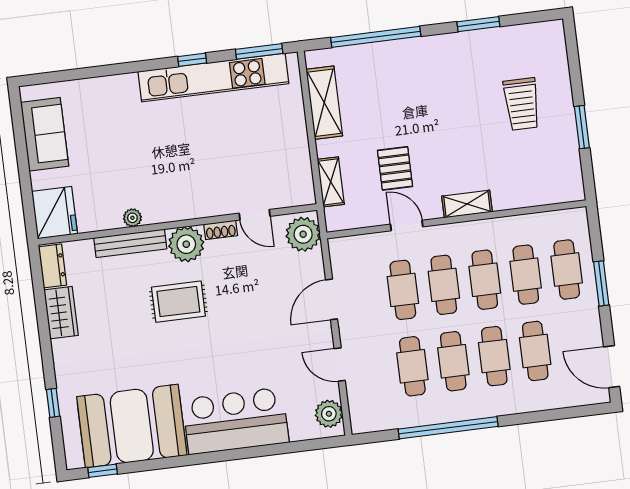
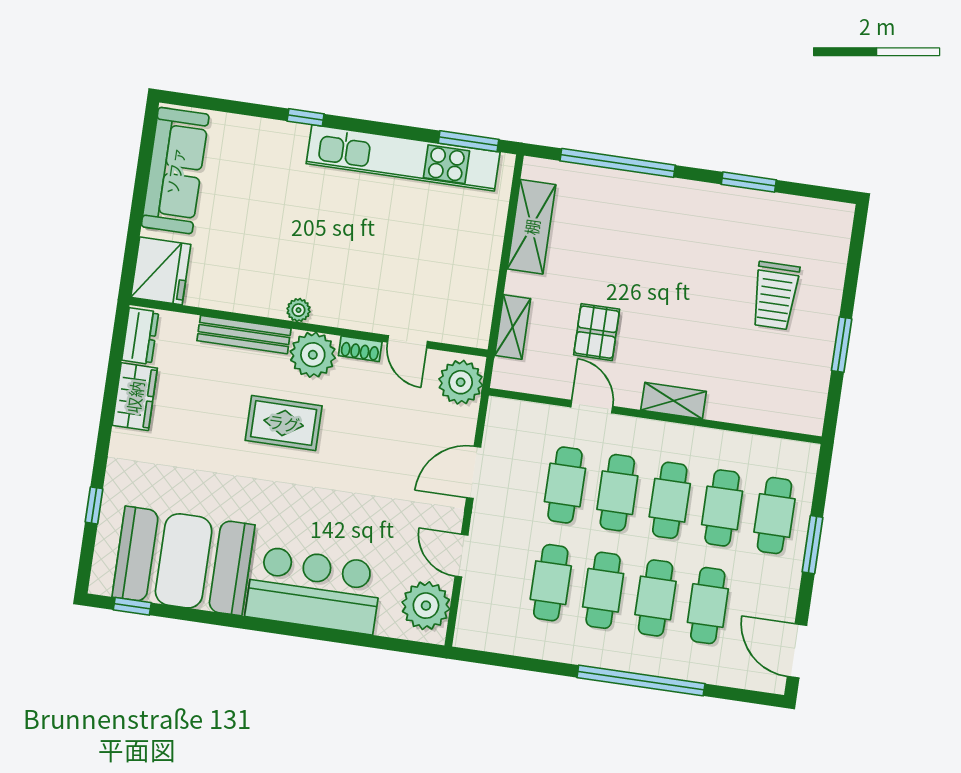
window: (192, 60) -> (306, 117), moved
sofa: (45, 134) -> (175, 171), width x1.36
plant: (132, 218) -> (299, 310), moved
plant: (329, 414) -> (426, 606), width x1.36, depth x1.36
window: (448, 428) -> (641, 681), moved

